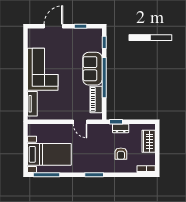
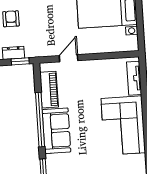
door: (80, 122) -> (69, 58), hinge flipped

